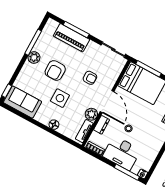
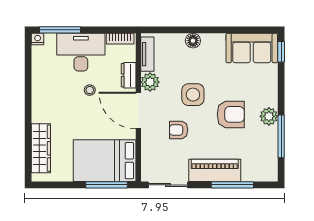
piano: (71, 38) -> (215, 170), moved
armchair: (55, 70) -> (231, 114), turned 90
side table: (60, 98) -> (193, 95), moved

